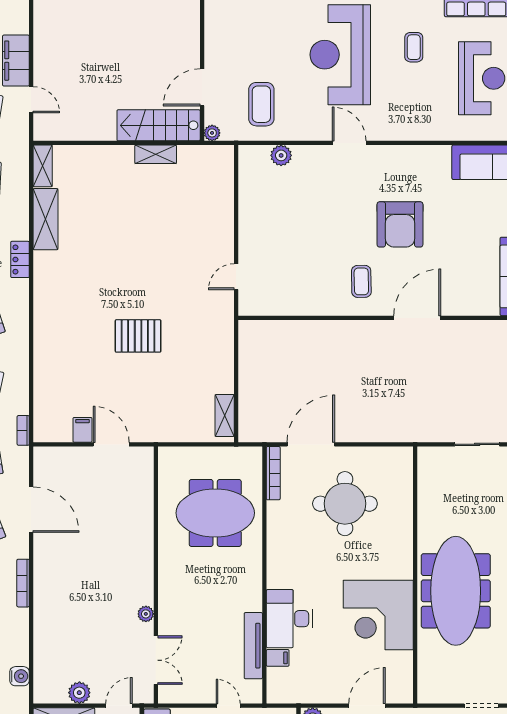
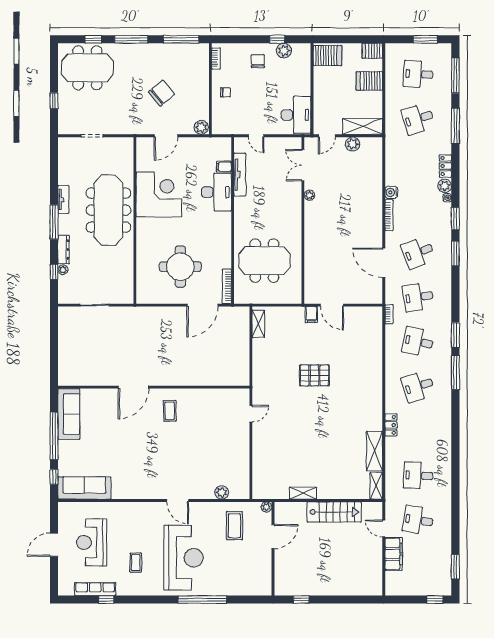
stairs: (159, 125) -> (334, 512), moved
armchair: (400, 224) -> (145, 448), removed
filing cabinet: (82, 430) -> (311, 314), moved
water cooler: (20, 676) -> (391, 192), moved

